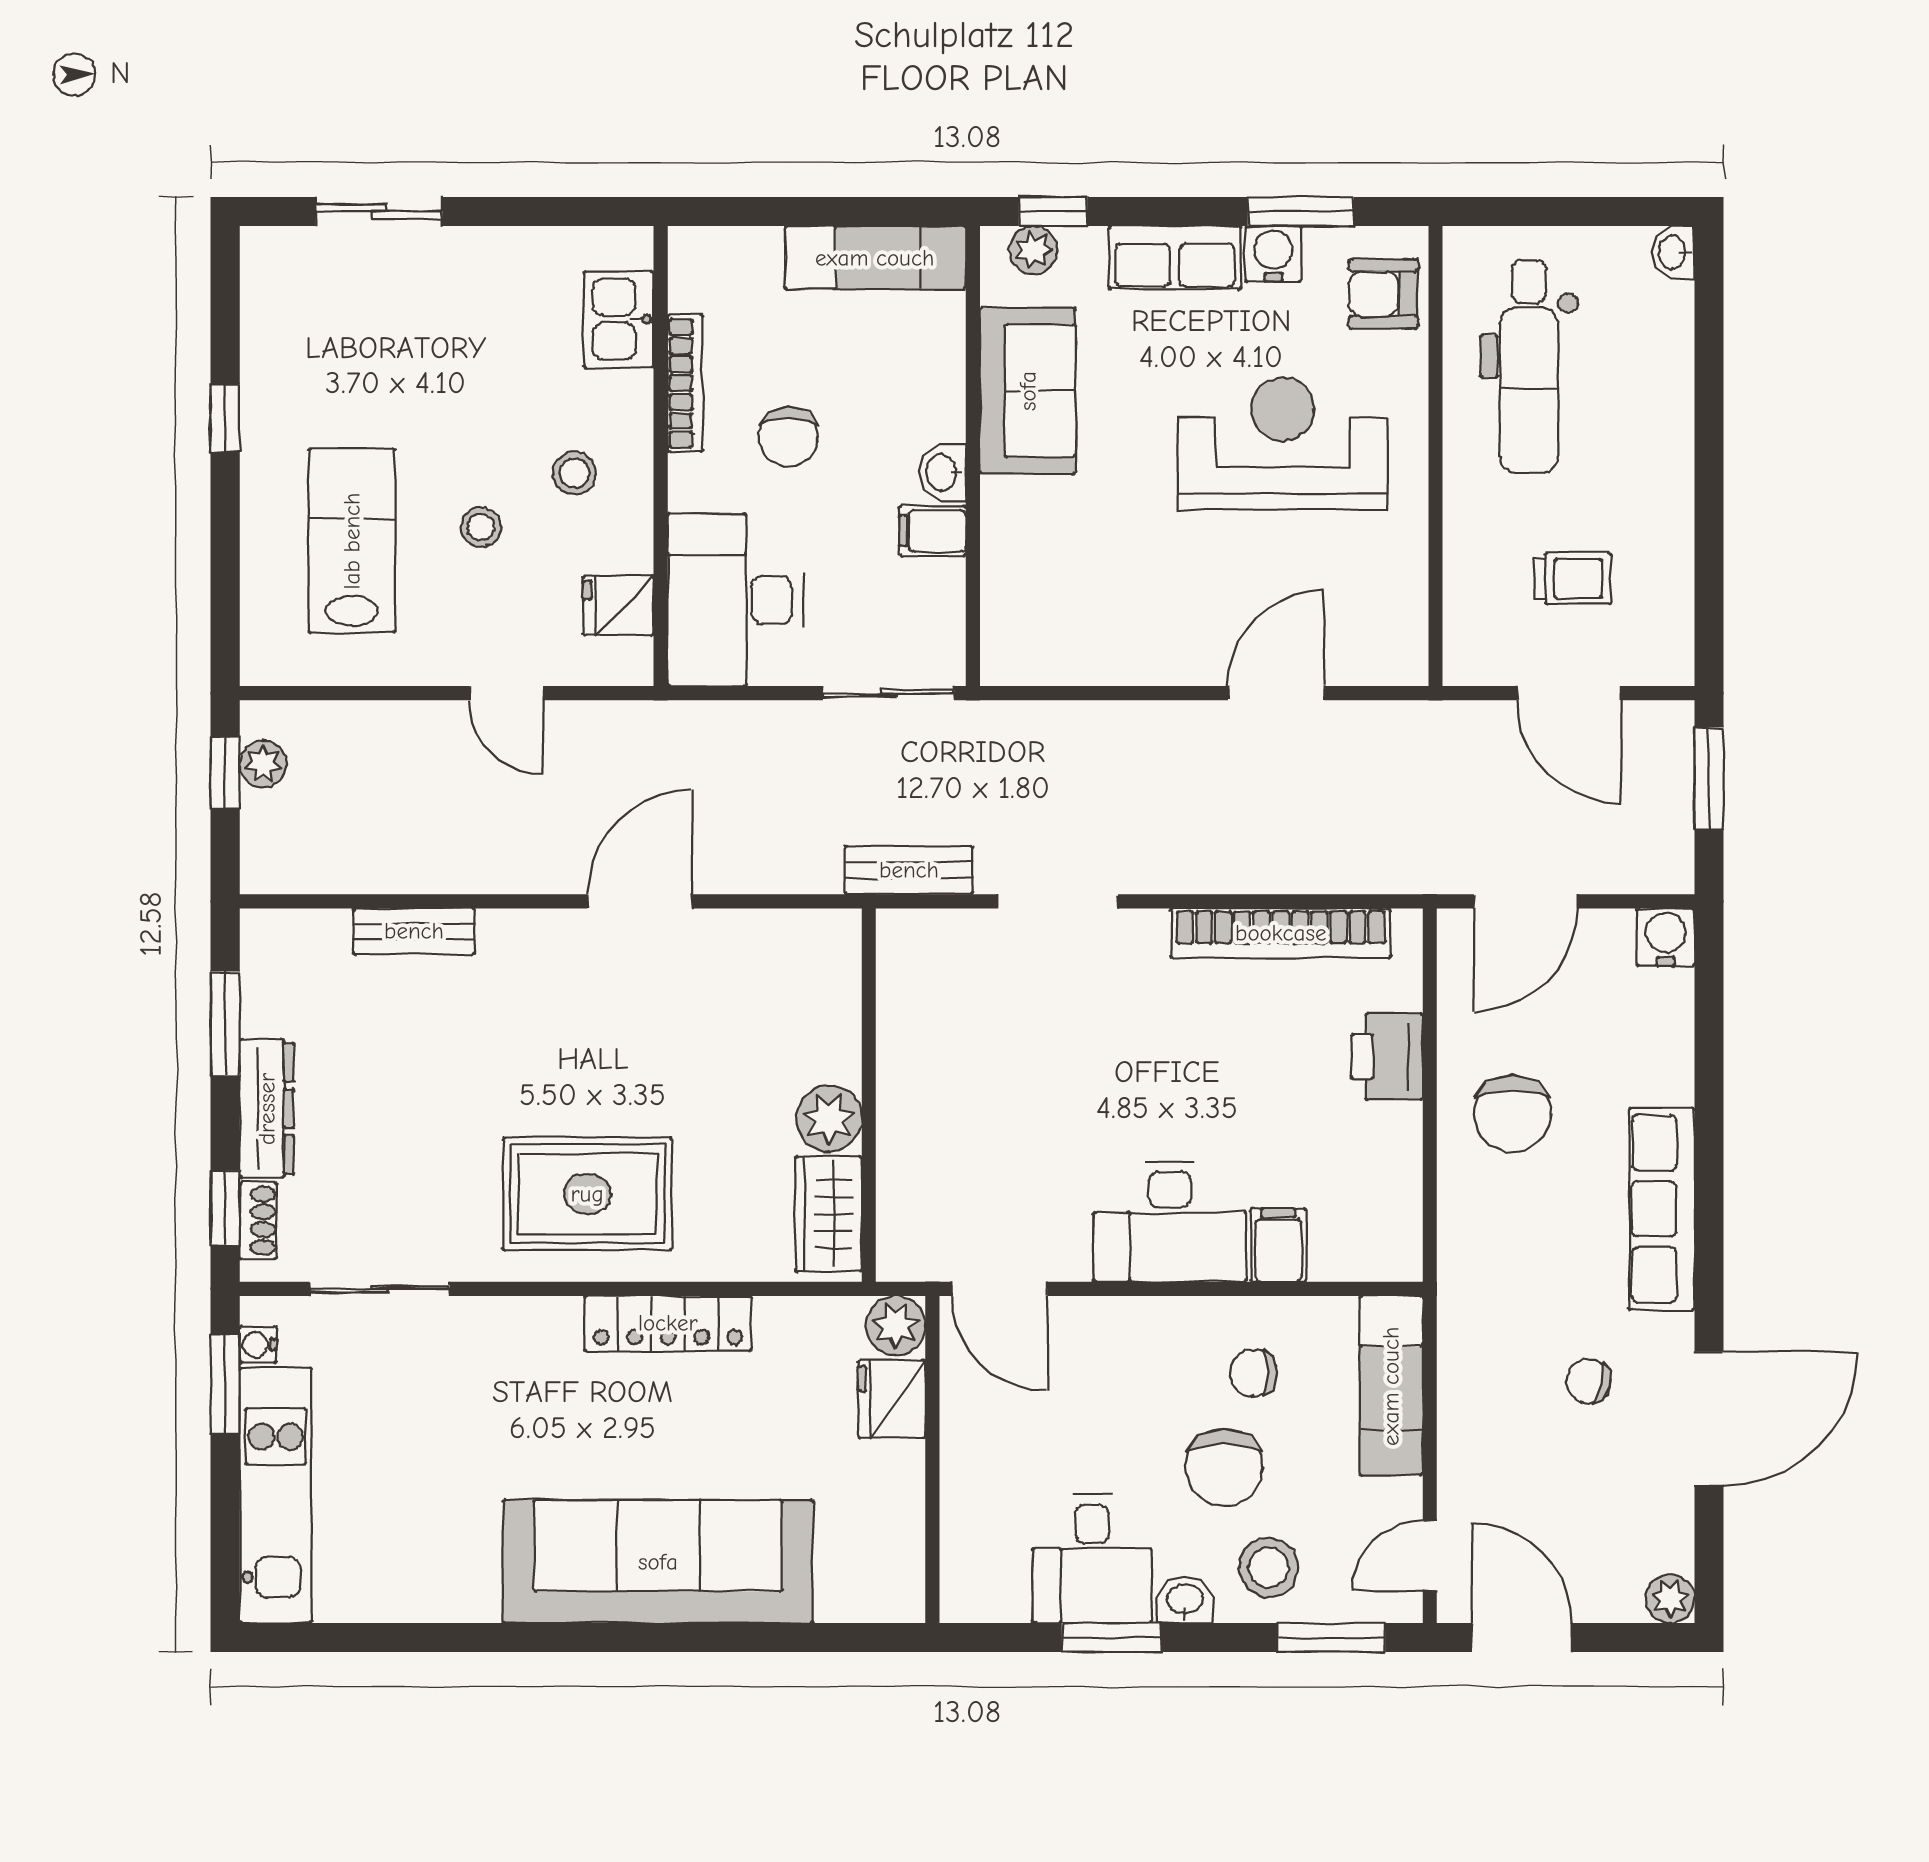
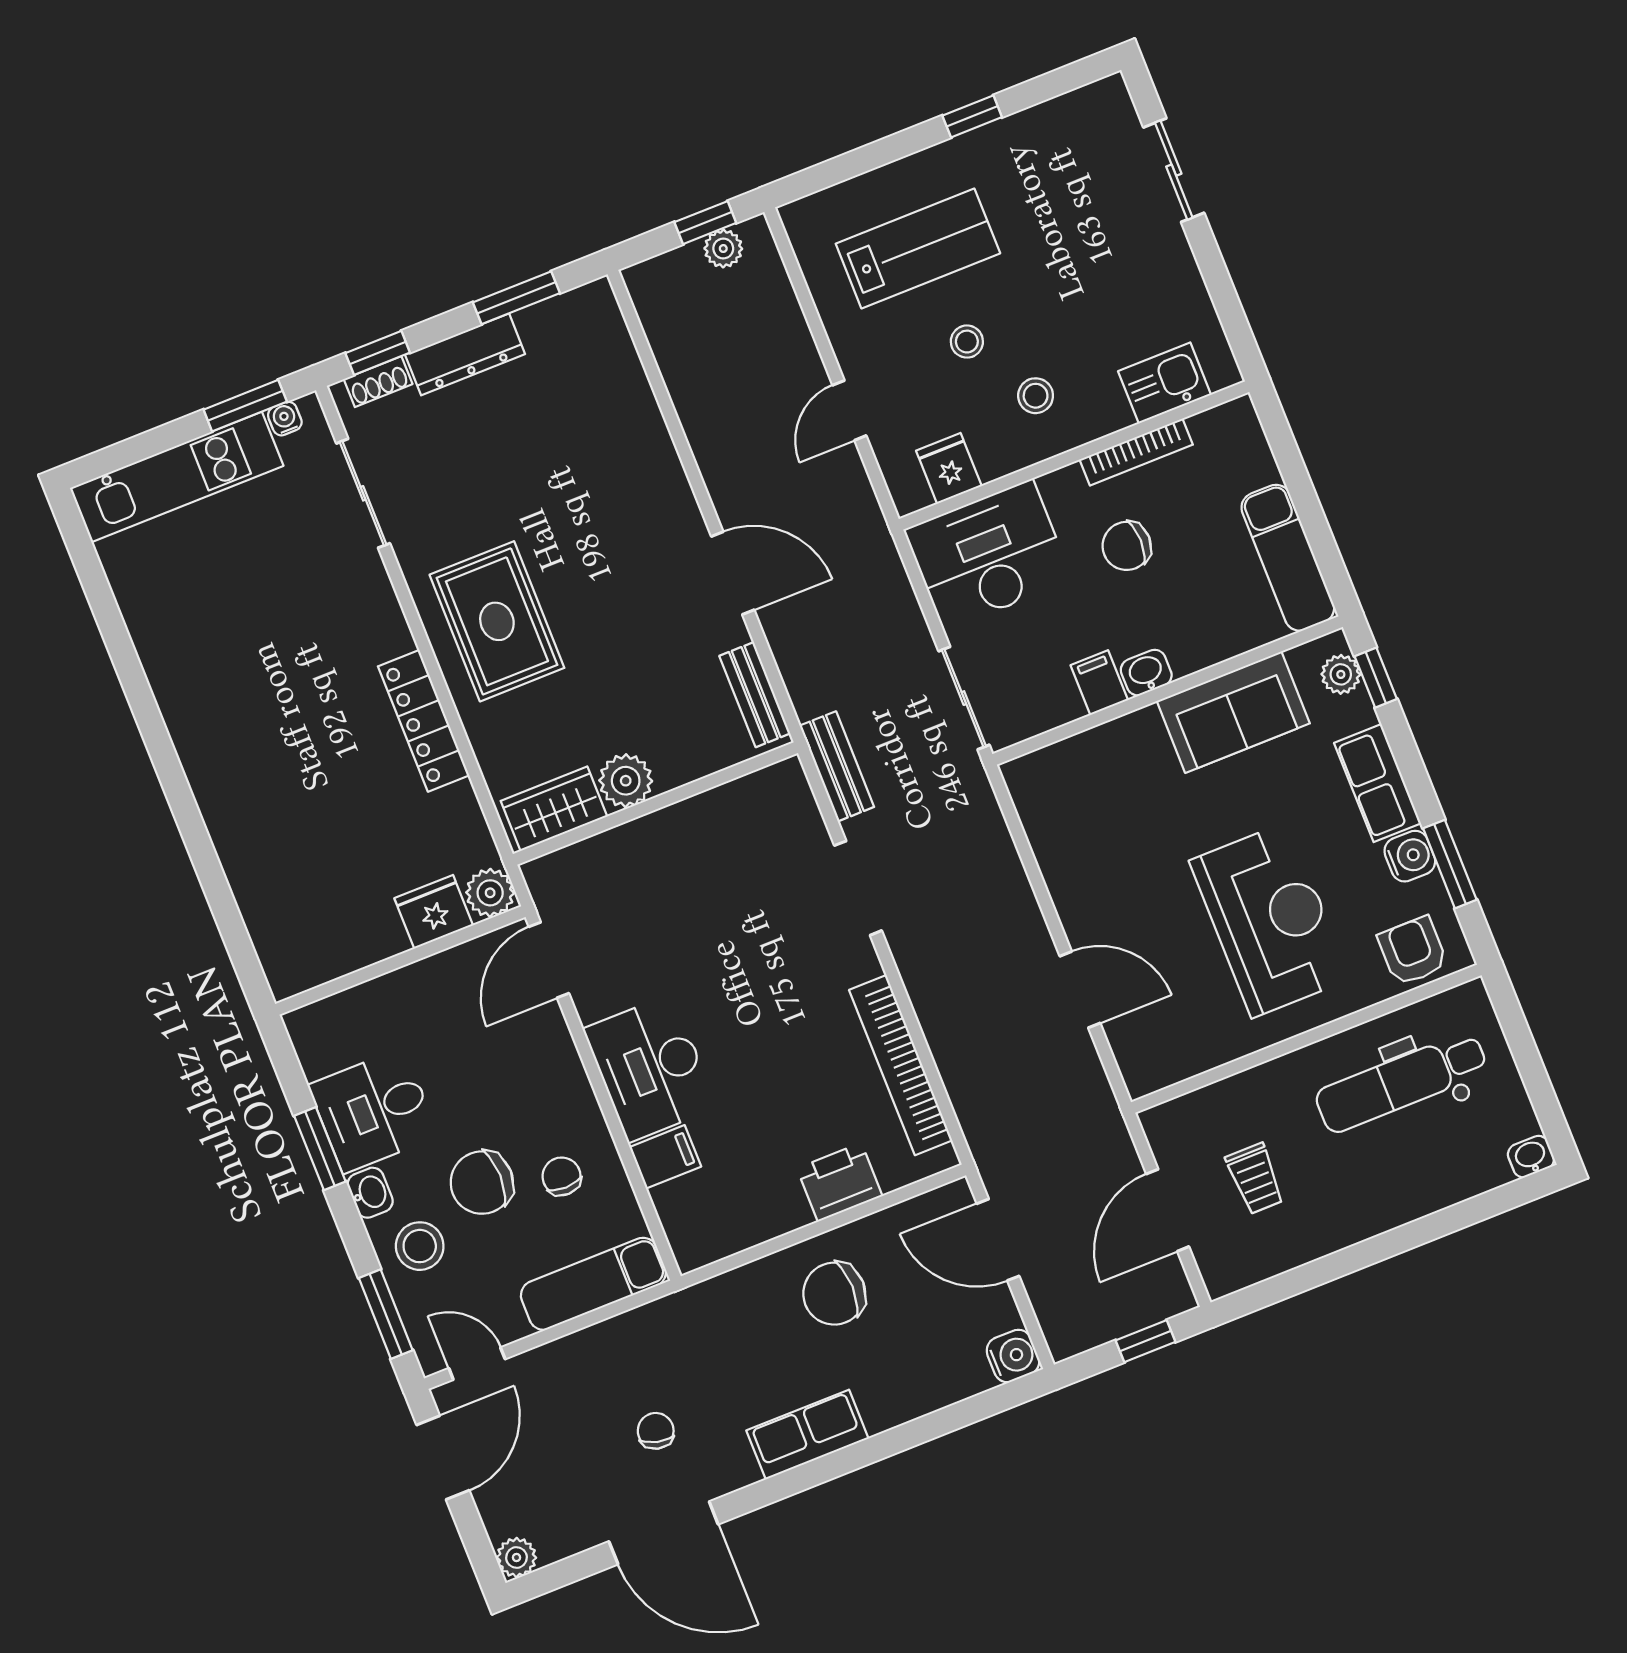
window: (1709, 778) -> (1146, 1341), width x0.67
bench: (414, 931) -> (755, 695), moved
row of seats: (1662, 1209) -> (807, 1435), width x0.68
sofa: (658, 1562) -> (241, 785), removed

